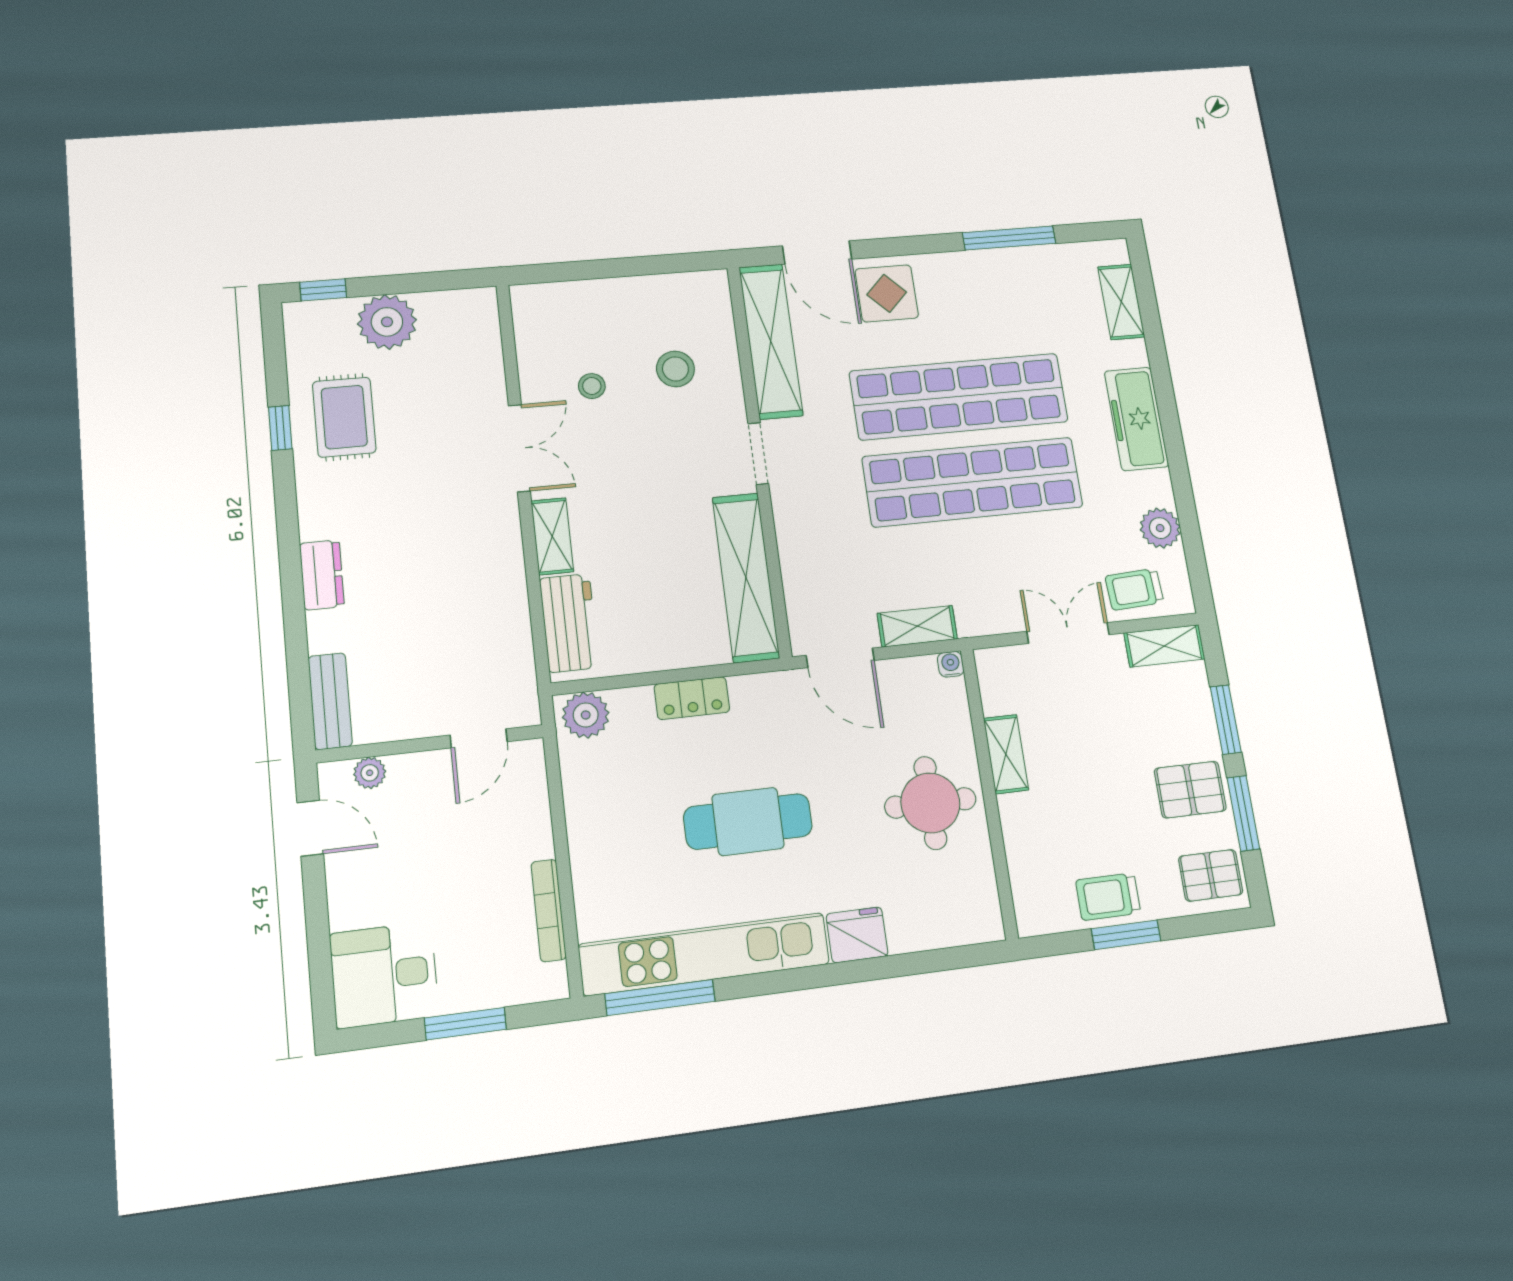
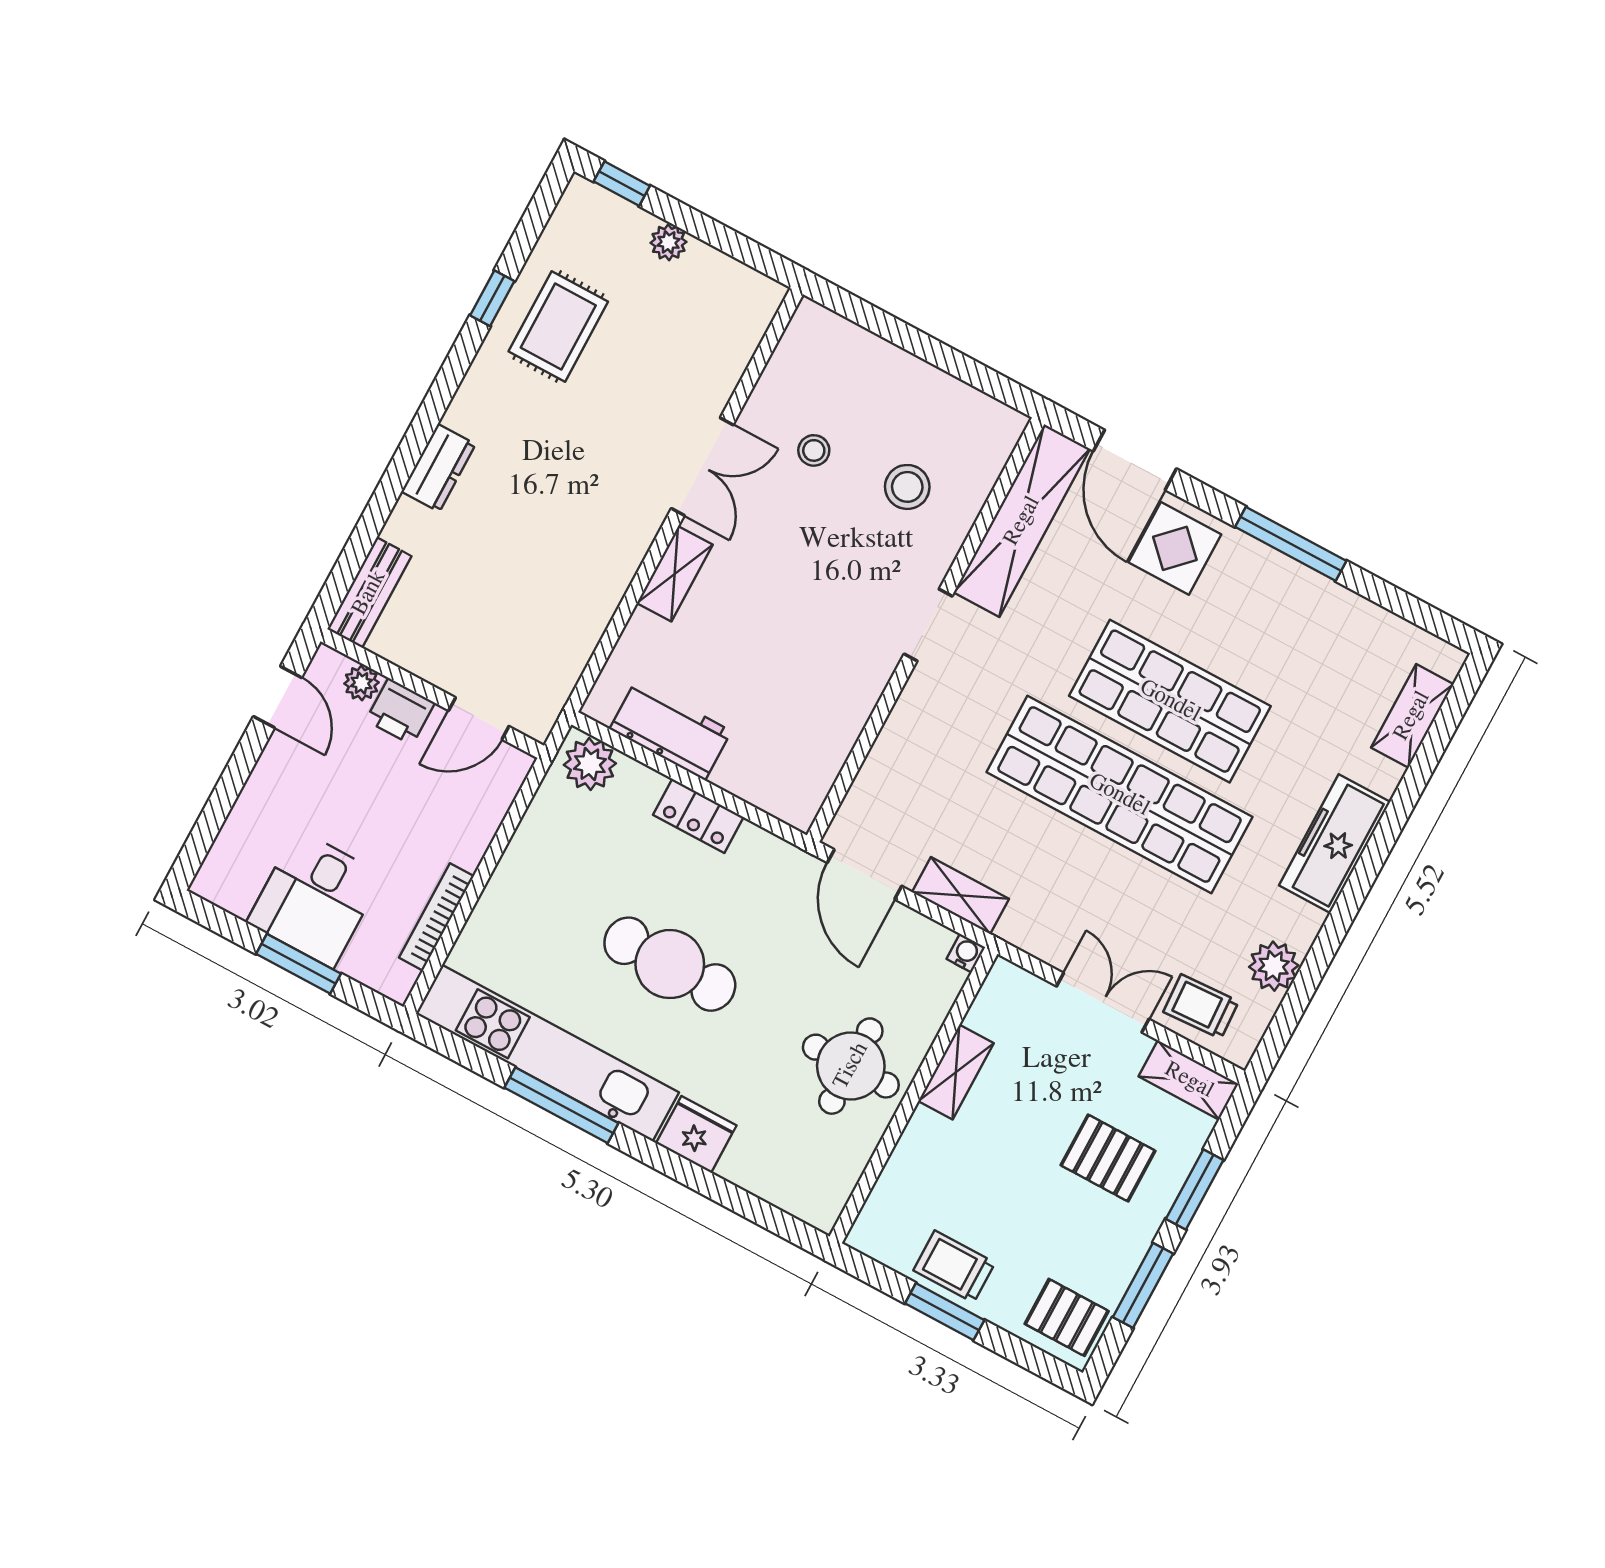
window: (1009, 238) -> (1291, 544), moved
plant: (387, 322) -> (669, 242), width x0.53, depth x0.53
shop shelf: (959, 396) -> (1170, 701), width x0.71
shelving: (746, 577) -> (830, 737), removed
workbench: (569, 623) -> (670, 730), moved, turned -90
printer: (415, 774) -> (400, 712), added
pallet: (1190, 790) -> (1108, 1158), moved
desk: (384, 975) -> (315, 899), moved, turned -90
window: (660, 997) -> (561, 1105), moved

